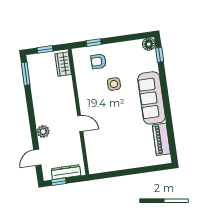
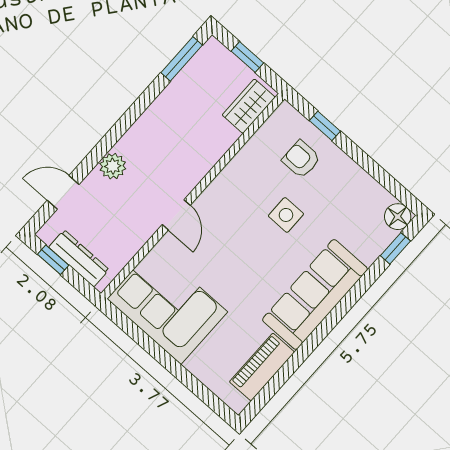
corner sofa: (110, 155) -> (167, 305), added

